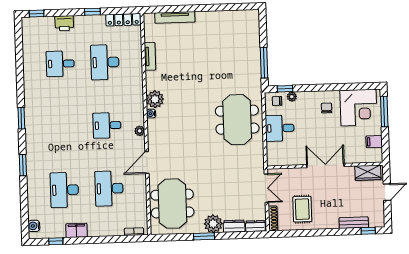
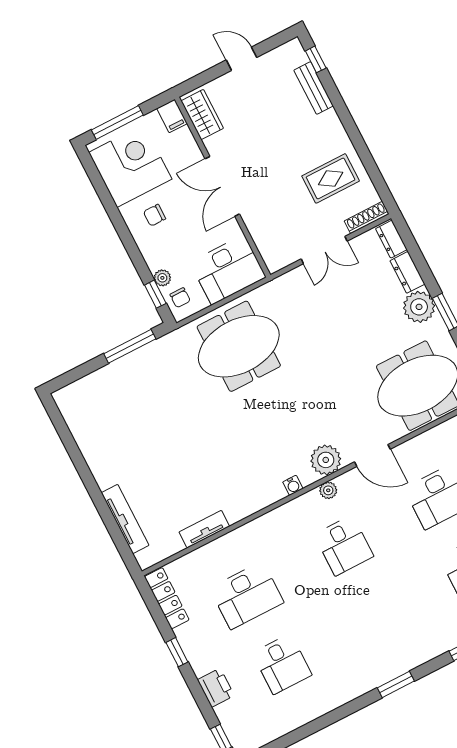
plant: (155, 99) -> (326, 460), moved
desk: (280, 128) -> (228, 270), width x1.37
double door: (325, 166) -> (222, 186), moved
wall: (325, 166) -> (223, 187), moved
wardrobe: (368, 173) -> (202, 115), moved
double door: (266, 188) -> (324, 250), swing flipped

